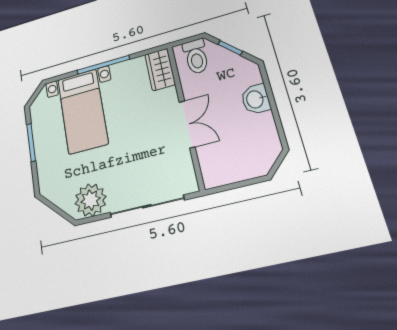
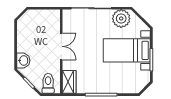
washbasin: (256, 99) -> (23, 61), moved
bed with nightstands: (83, 111) -> (127, 50), moved, turned -90
double door: (187, 124) -> (61, 46), swing flipped

